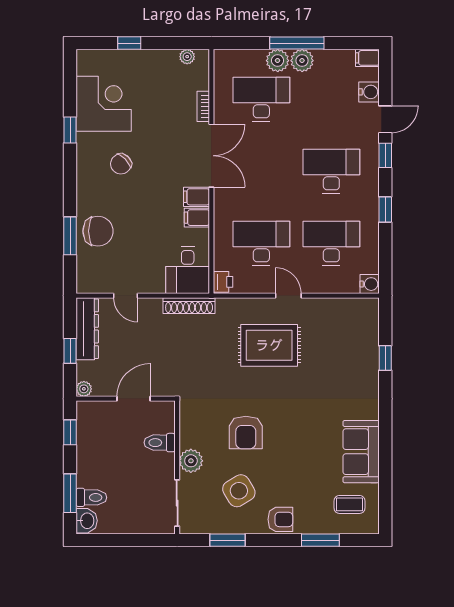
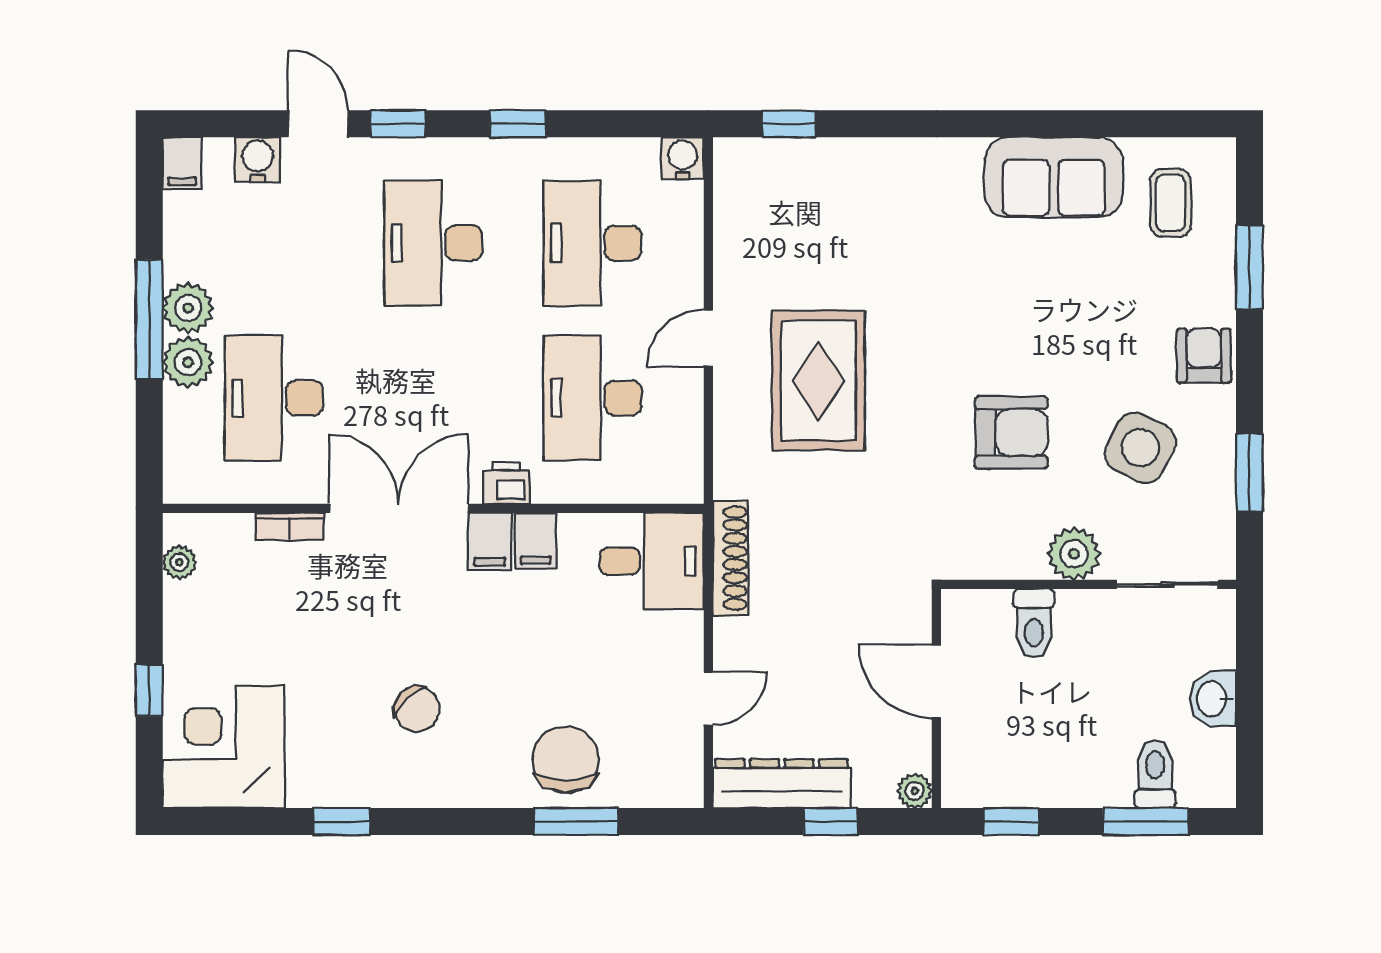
corner desk: (104, 104) -> (224, 747), moved
printer: (223, 282) -> (506, 483), moved
window: (385, 358) -> (789, 124), moved
side table: (239, 491) -> (1140, 448), turned -32
washbasin: (87, 521) -> (1213, 699), moved, turned -90

